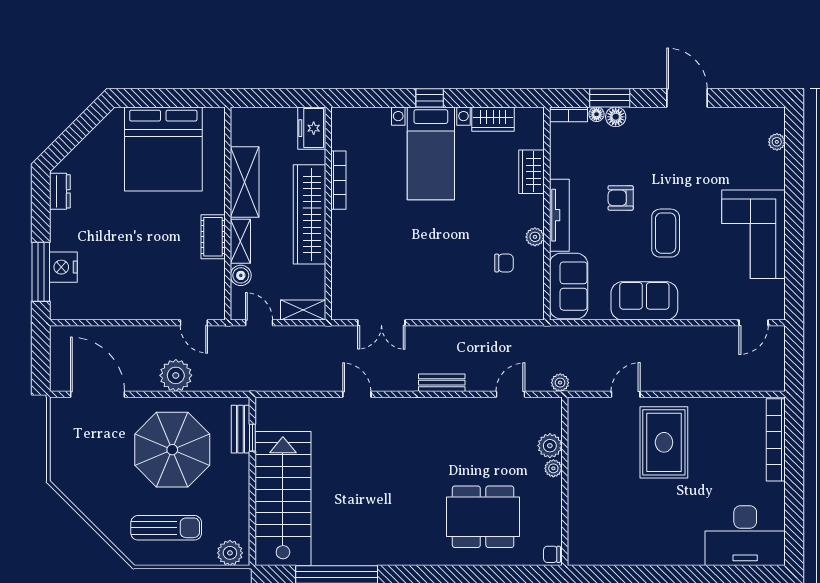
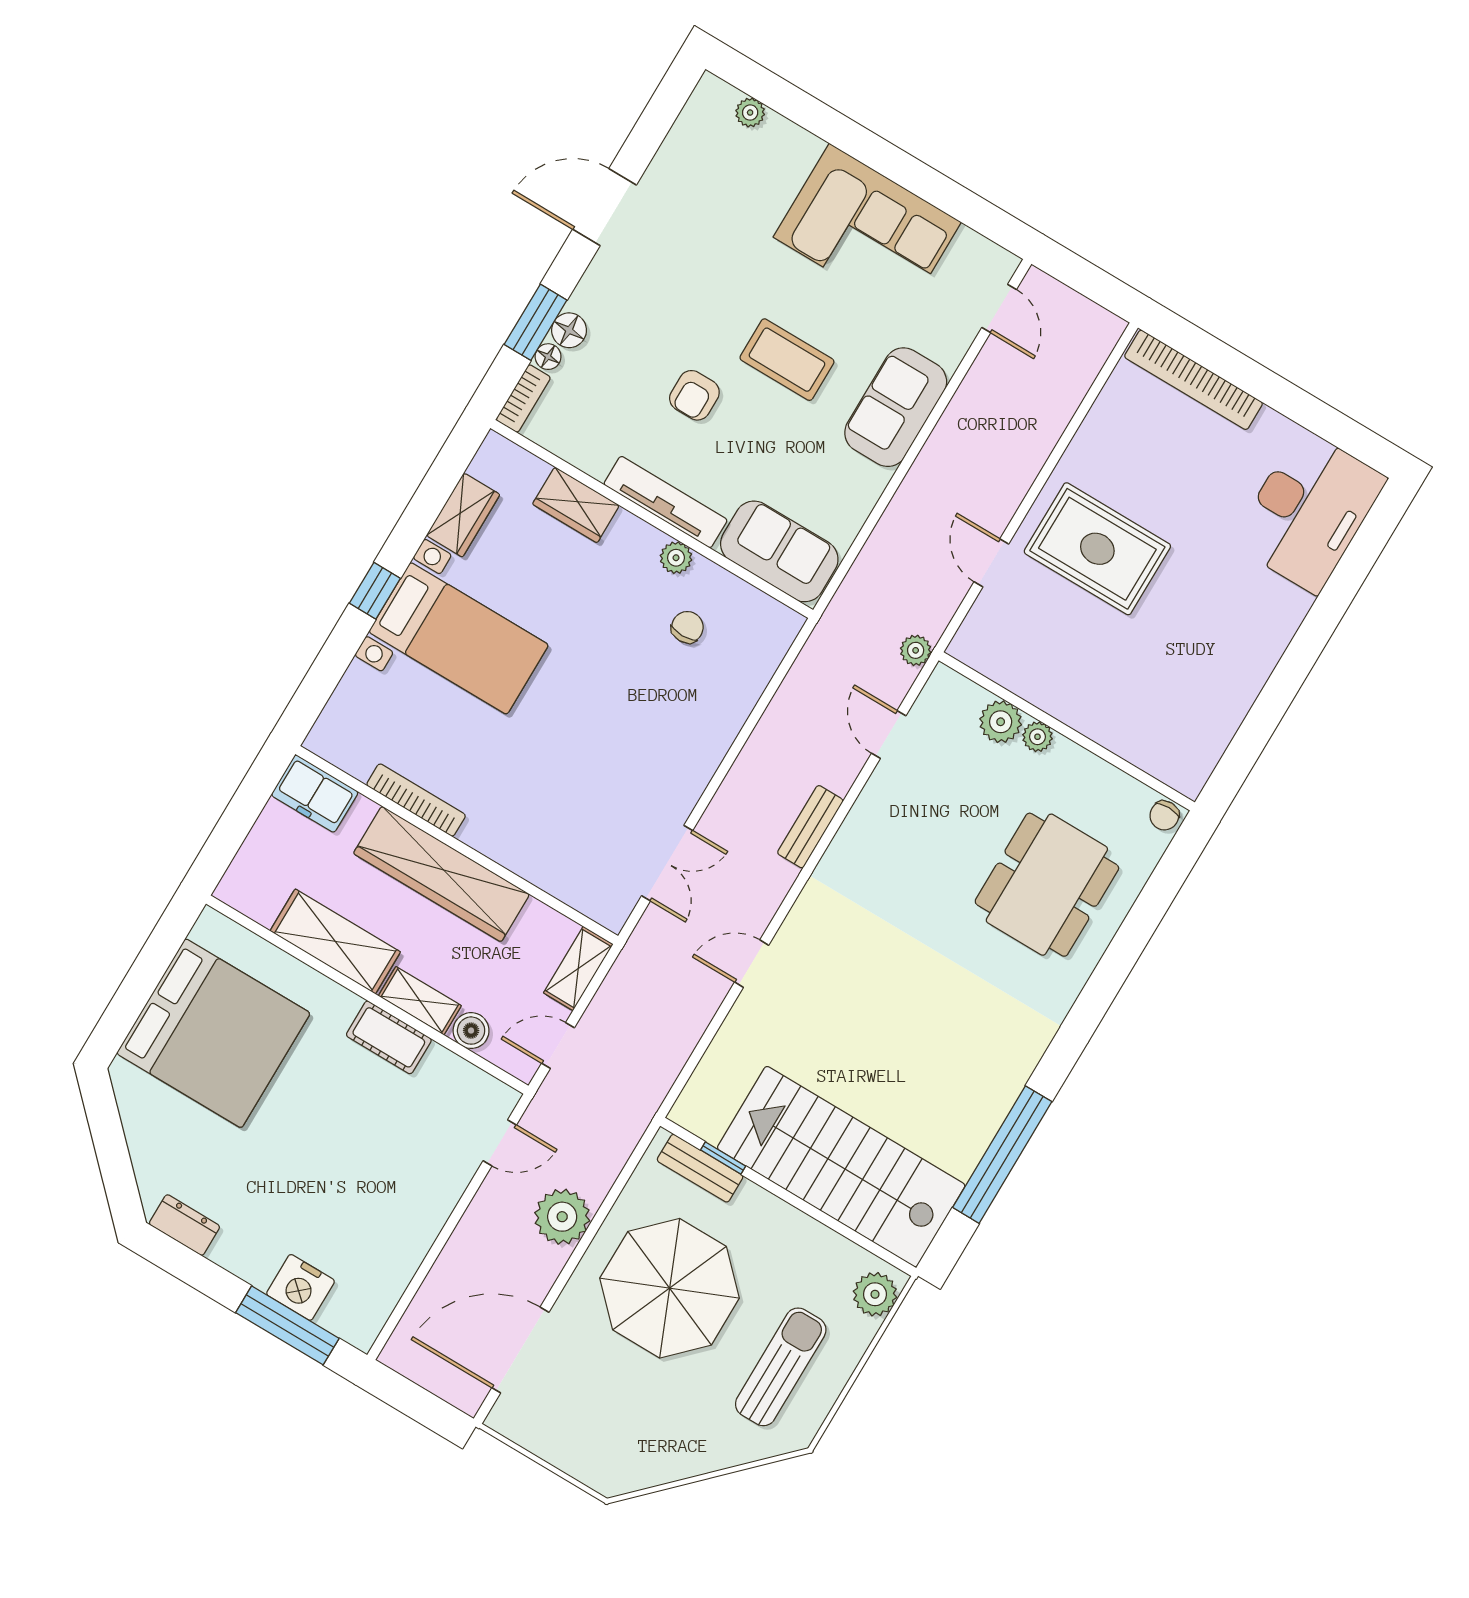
sofa: (644, 301) -> (896, 407), moved

